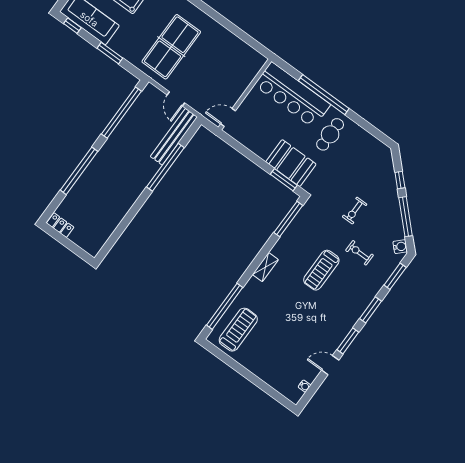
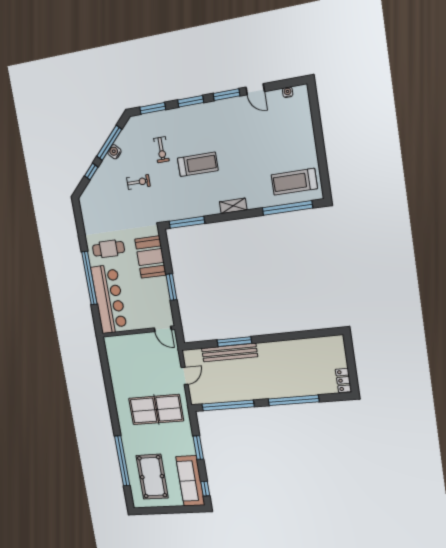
bench: (174, 137) -> (229, 353), moved
window: (165, 167) -> (234, 342), width x0.68
window: (284, 180) -> (171, 287), moved
water cooler: (400, 247) -> (114, 152), moved

